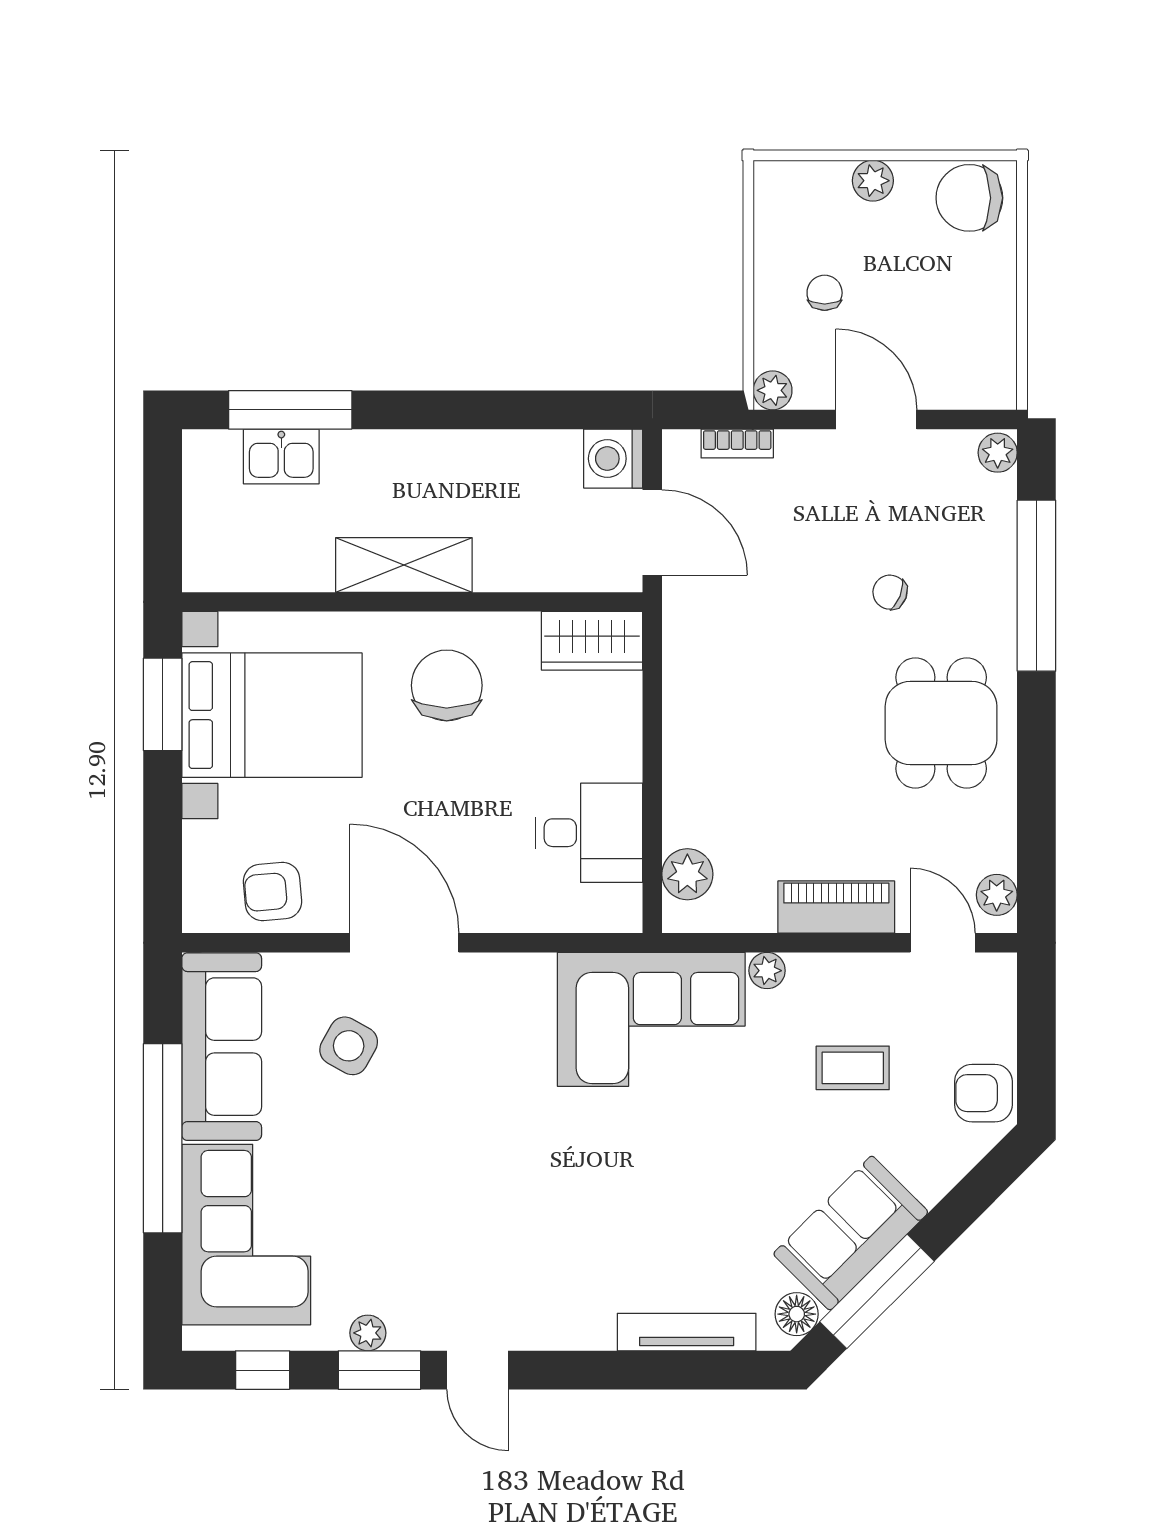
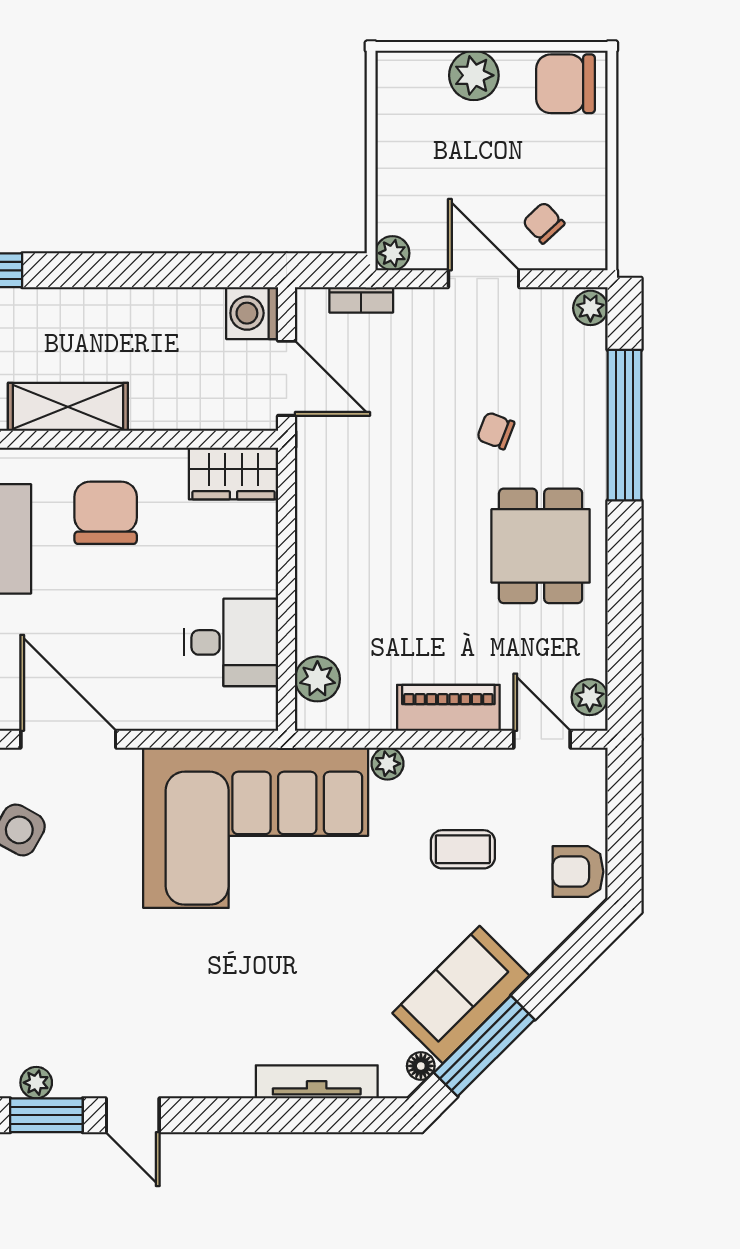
plant: (873, 181) -> (474, 75), width x1.38, depth x1.38
chair: (825, 293) -> (544, 223), moved, turned -43
corner sofa: (651, 1019) -> (256, 828), width x1.36, depth x1.36
floor lamp: (797, 1314) -> (421, 1066), width x0.73, depth x0.73

